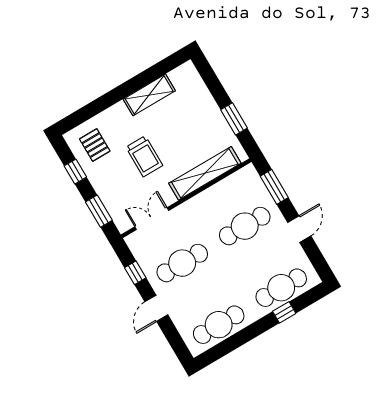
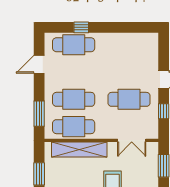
door: (299, 229) -> (39, 64), moved
cafe table: (219, 325) -> (74, 127), moved

